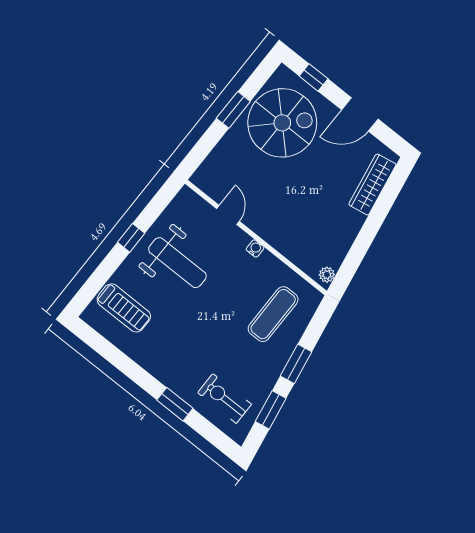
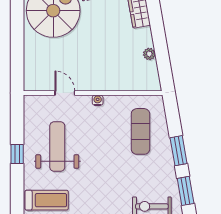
window: (233, 110) -> (17, 27), removed
weight bench: (177, 263) -> (57, 147), turned -90
plant: (327, 275) -> (149, 54), moved

